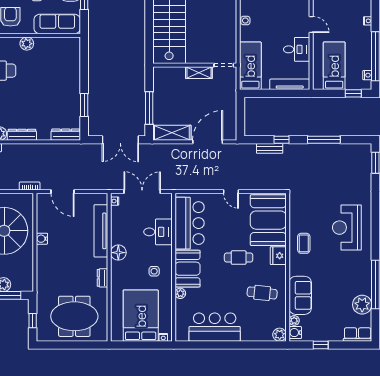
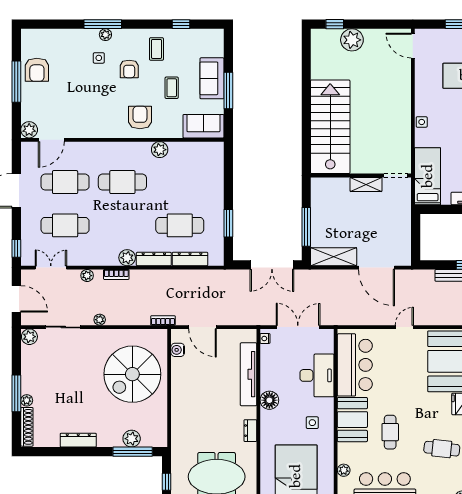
sofa: (57, 24) -> (203, 126), width x0.73
cafe table: (44, 107) -> (180, 225), added
dresser: (66, 135) -> (190, 259), moved
door: (208, 142) -> (376, 268), swing flipped
door: (231, 192) -> (404, 327), swing flipped
desk: (158, 232) -> (317, 375), width x1.37
water cooler: (42, 239) -> (178, 350), moved
cafe table: (239, 258) -> (390, 432), moved, turned 90
plant: (180, 293) -> (344, 470), moved

